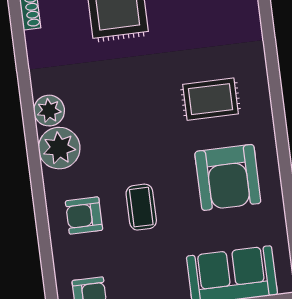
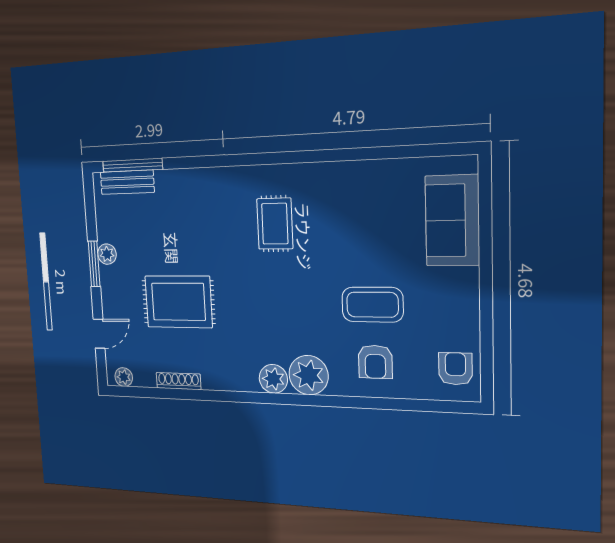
armchair: (228, 177) -> (351, 214), removed
coffee table: (141, 207) -> (372, 305), width x1.36, depth x1.30

